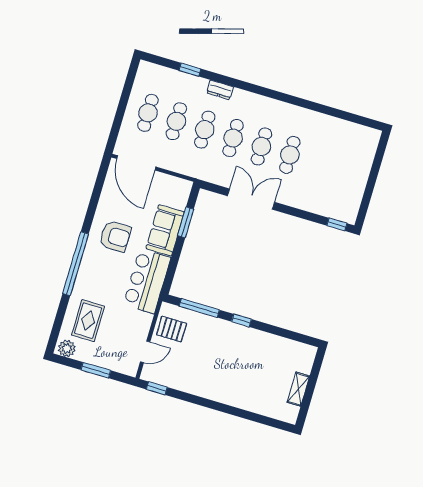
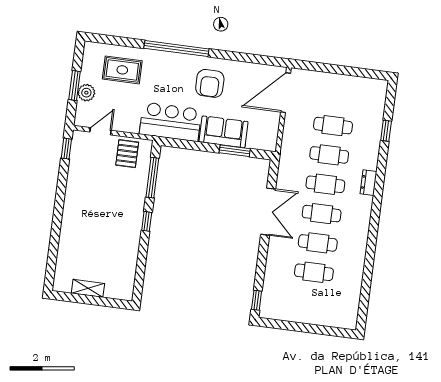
dresser: (220, 90) -> (368, 183), moved
cafe table: (148, 113) -> (314, 272), moved
plant: (67, 348) -> (86, 93), moved
door: (145, 352) -> (101, 131), swing flipped

